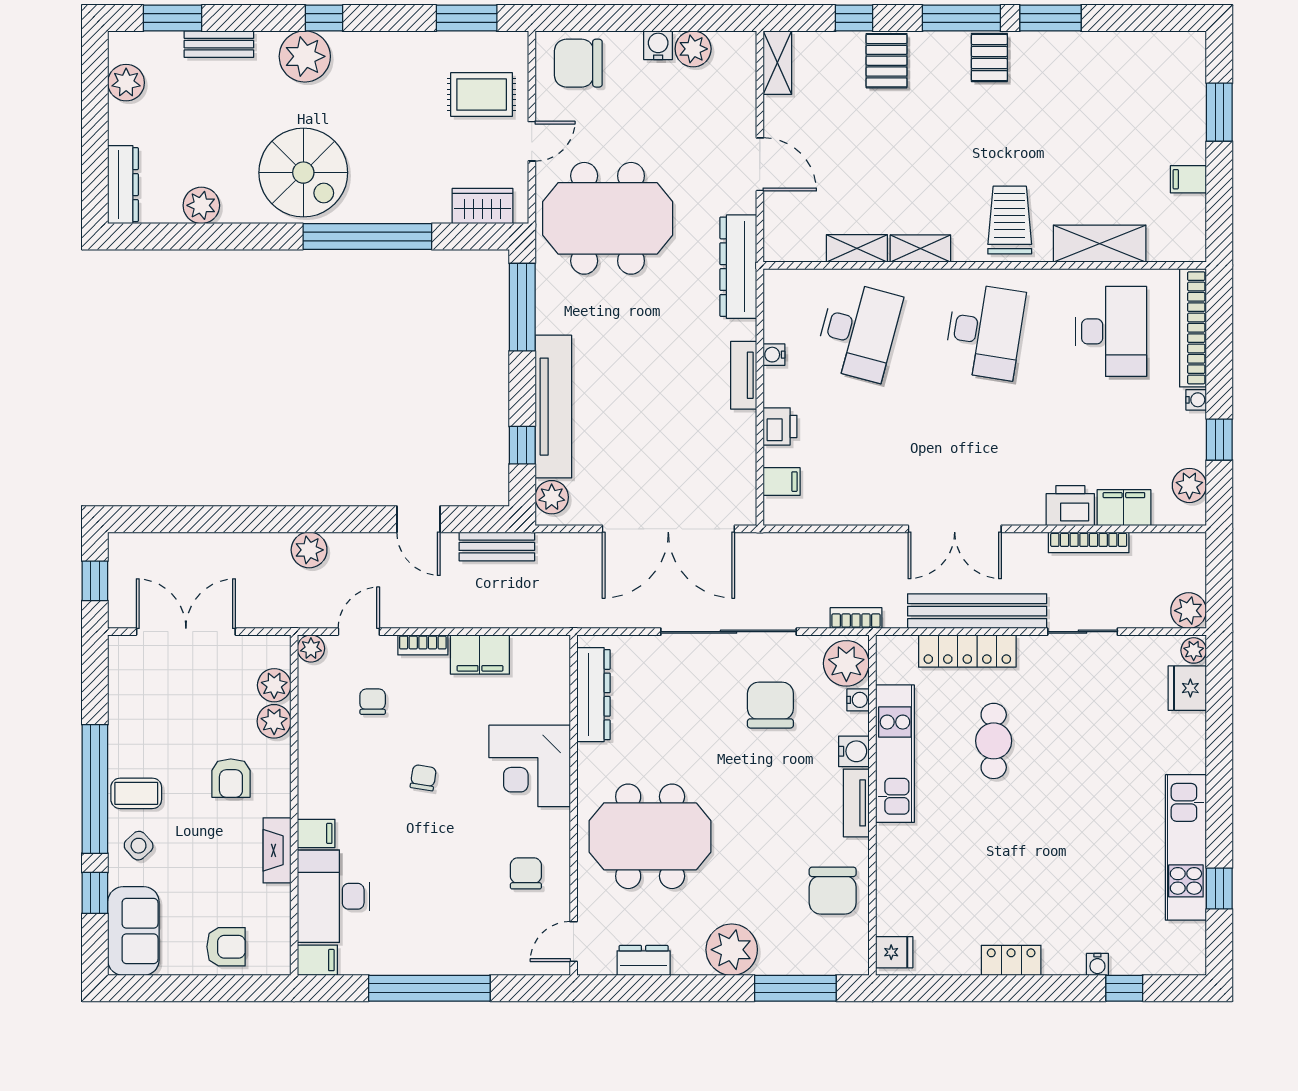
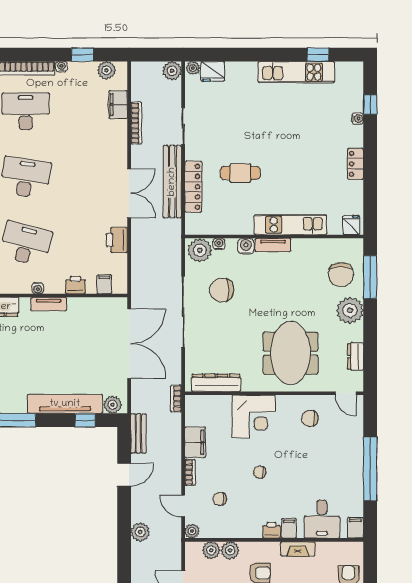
printer: (1070, 506) -> (117, 240), moved
bookcase: (856, 618) -> (176, 399), moved
kitchen unit: (895, 754) -> (290, 225), moved
printer: (312, 800) -> (271, 530), added
chair: (833, 891) -> (341, 274), moved, turned 90
desk: (334, 896) -> (322, 519), width x0.73

